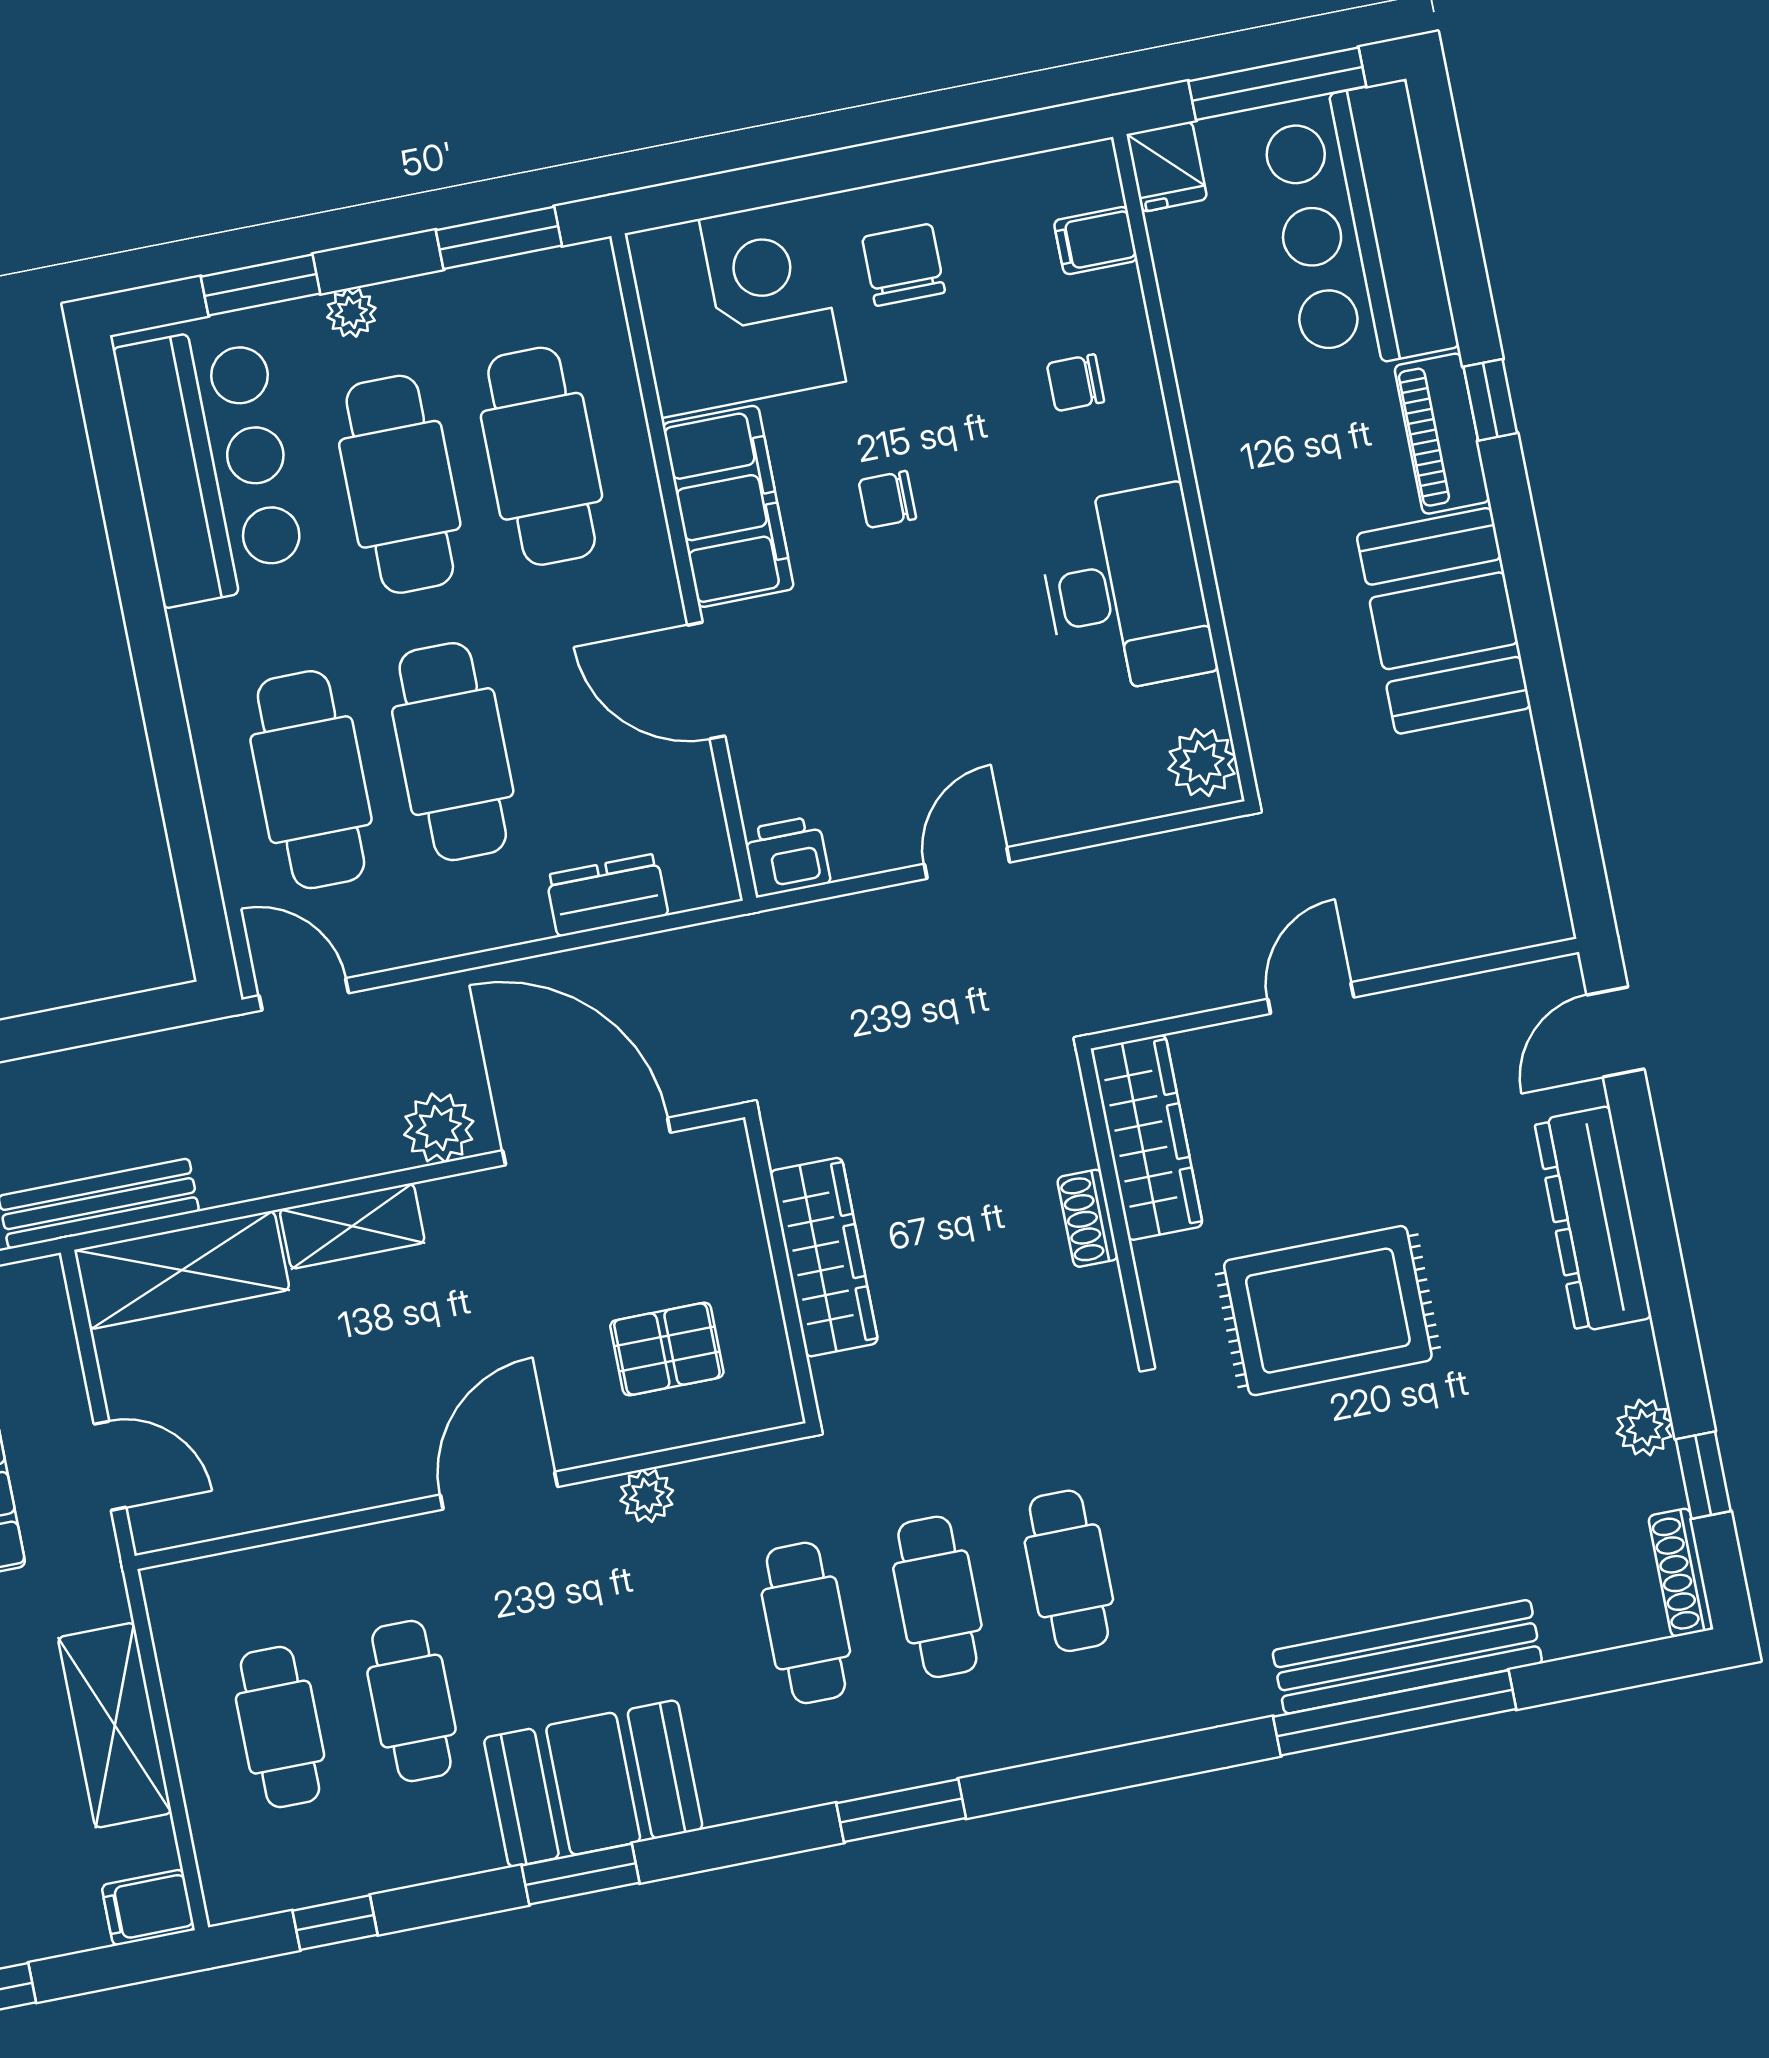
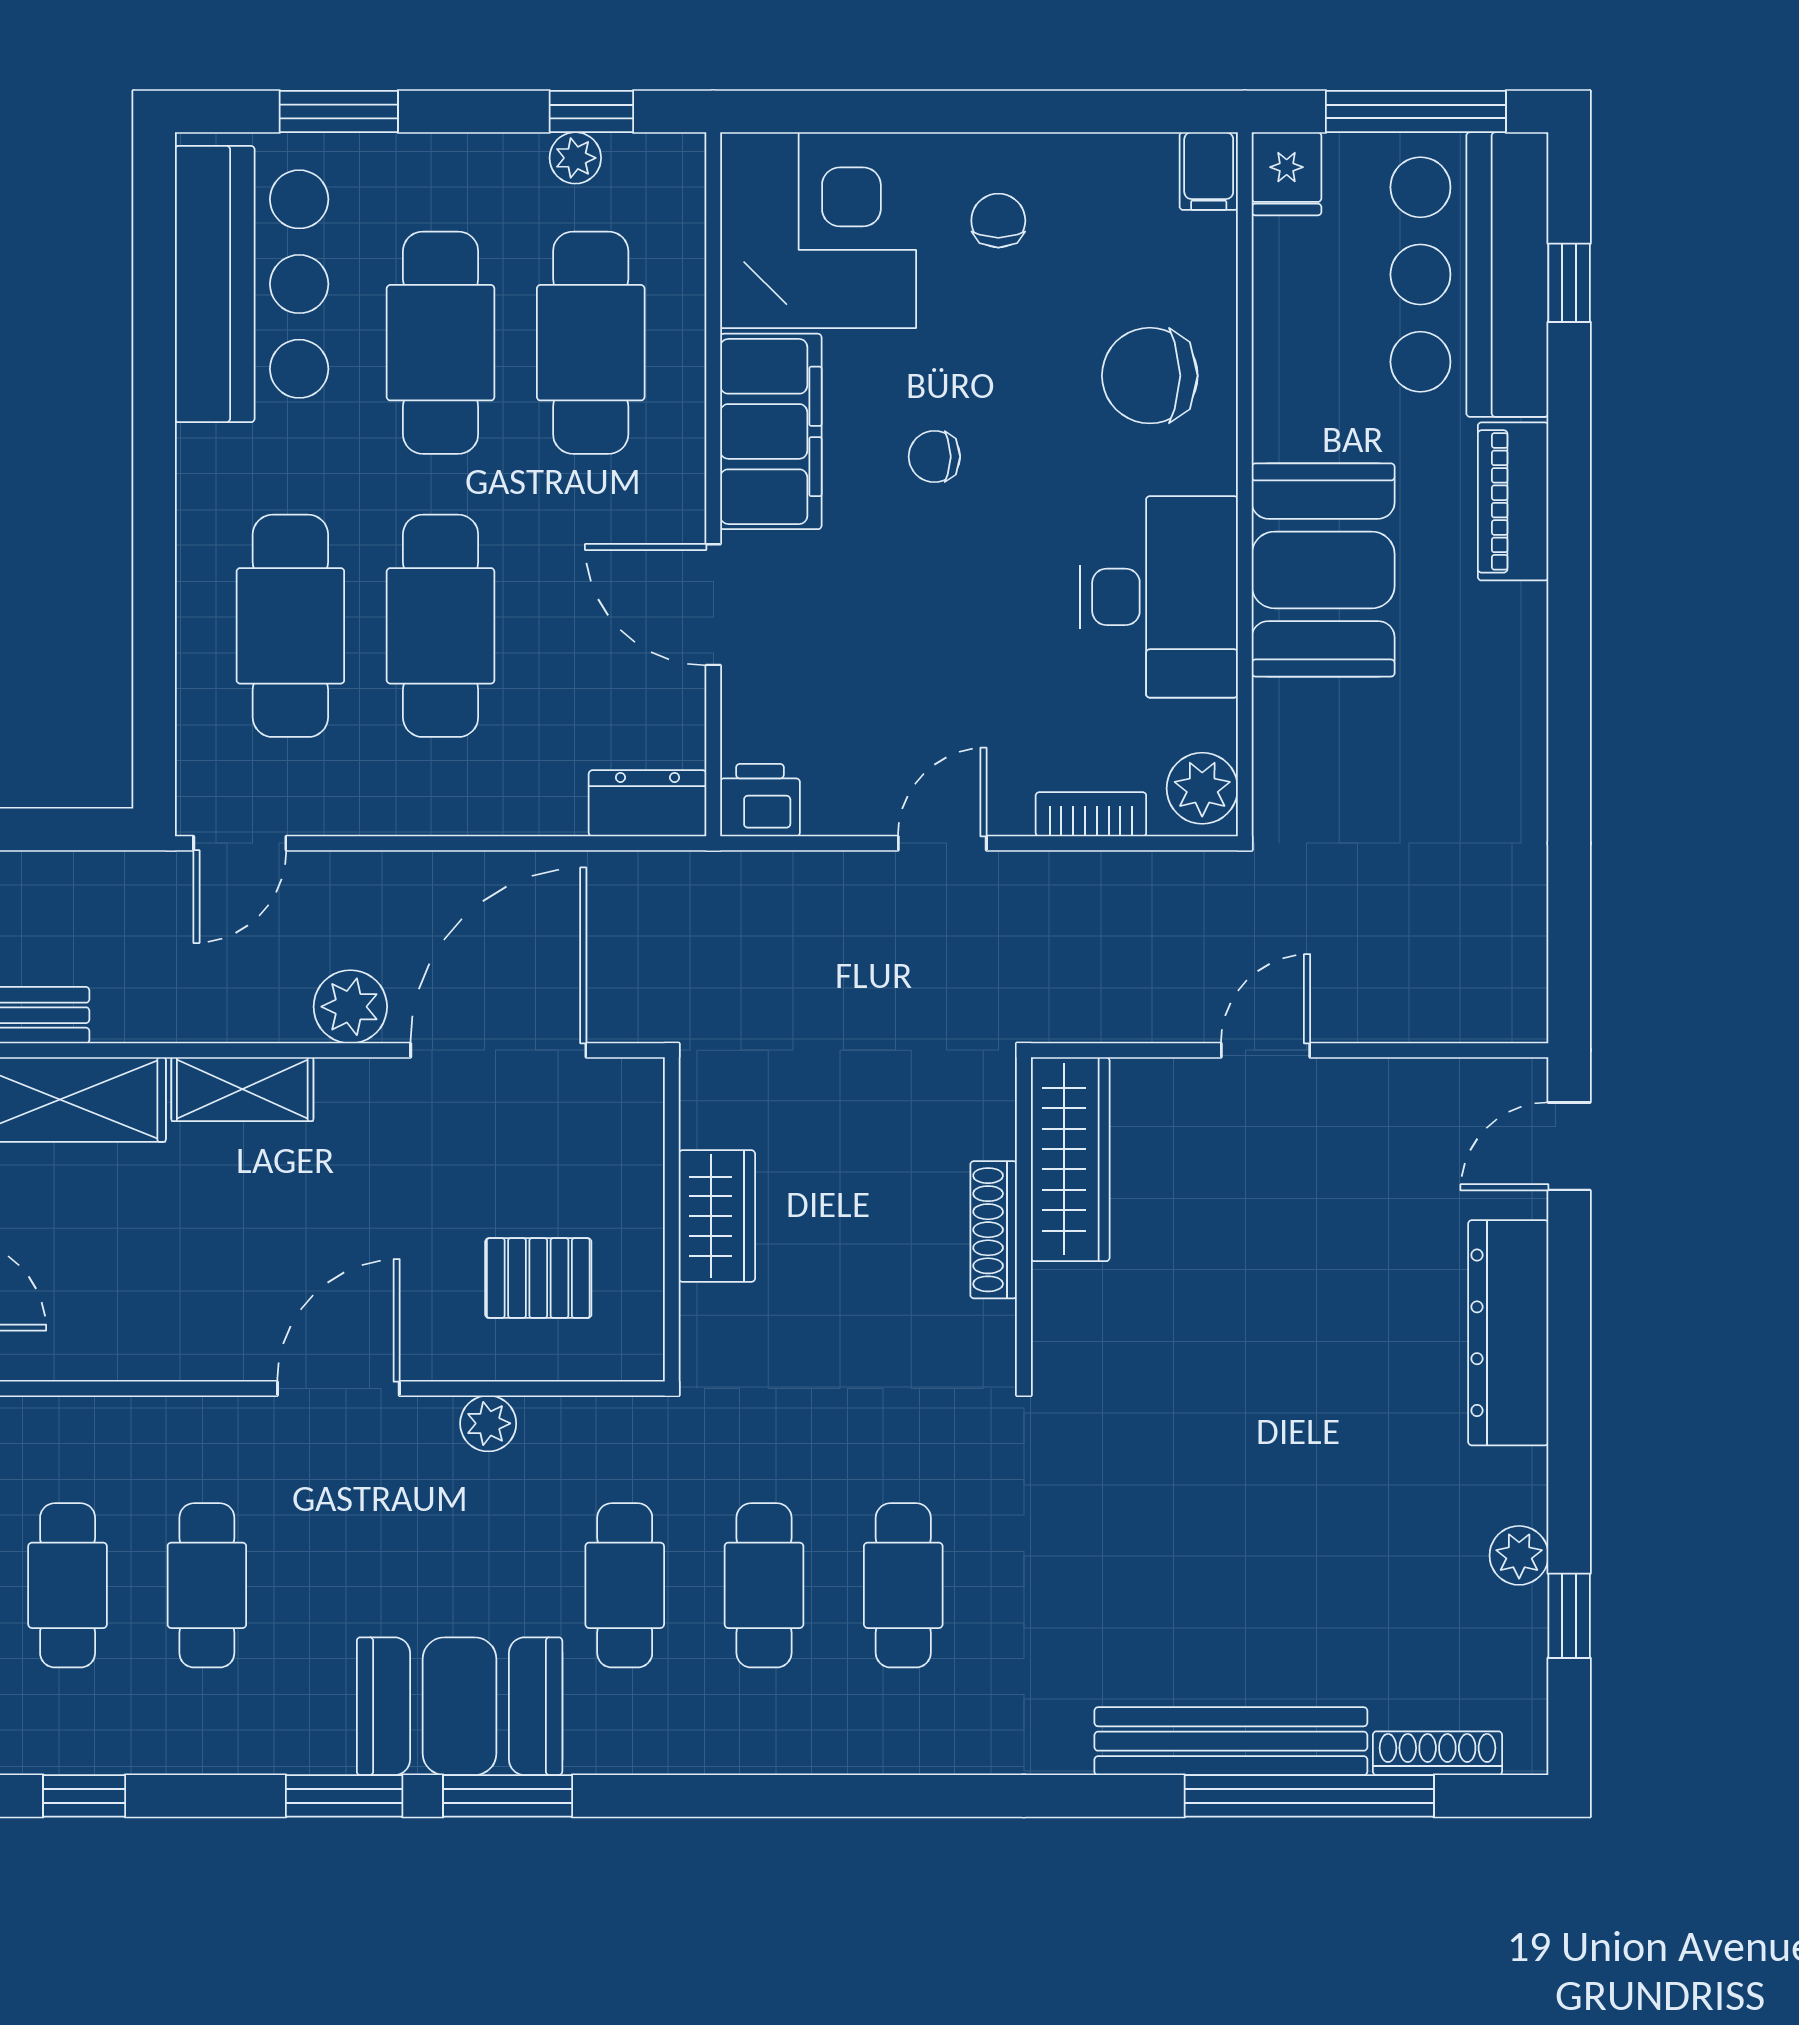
window: (499, 238) -> (591, 112), width x0.67
filing cabinet: (1096, 241) -> (1209, 171), moved, turned -90
chair: (903, 265) -> (998, 221), width x0.73, depth x0.73
plant: (351, 313) -> (575, 158), moved
chair: (1075, 383) -> (1150, 376), width x1.87, depth x1.87
window: (1490, 400) -> (1569, 283), moved
booth: (1444, 621) -> (1323, 570), moved
bookcase: (1102, 808) -> (1091, 814), added
dresser: (607, 895) -> (648, 803), moved
door: (304, 994) -> (240, 843), swing flipped
door: (587, 1141) -> (498, 1050), hinge flipped
shoe rack: (1088, 1218) -> (994, 1230), width x1.43
wardrobe: (824, 1257) -> (717, 1216), width x0.67
rug: (1328, 1311) -> (1220, 1372), removed
shoe rack: (1681, 1573) -> (1437, 1753), moved, turned 90
window: (1395, 1713) -> (1309, 1796), moved
booth: (593, 1784) -> (460, 1706), moved
window: (901, 1811) -> (508, 1796), moved

